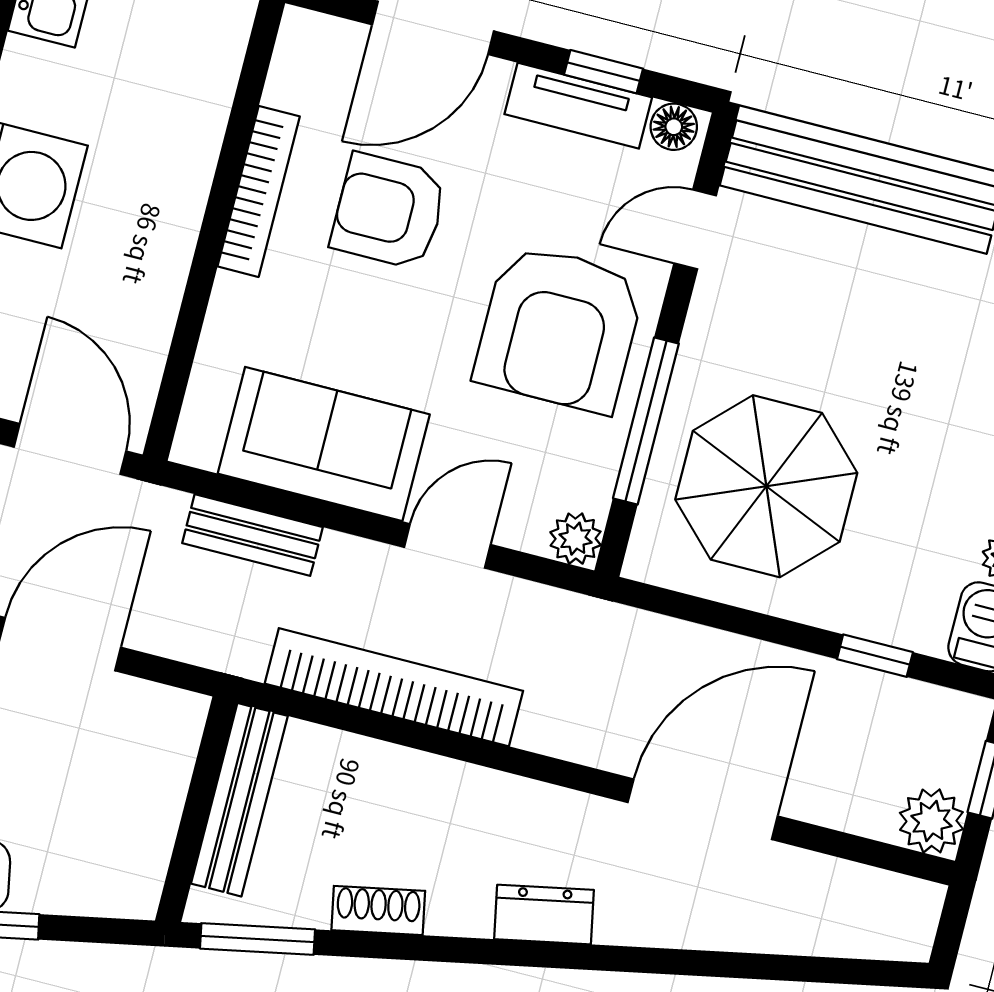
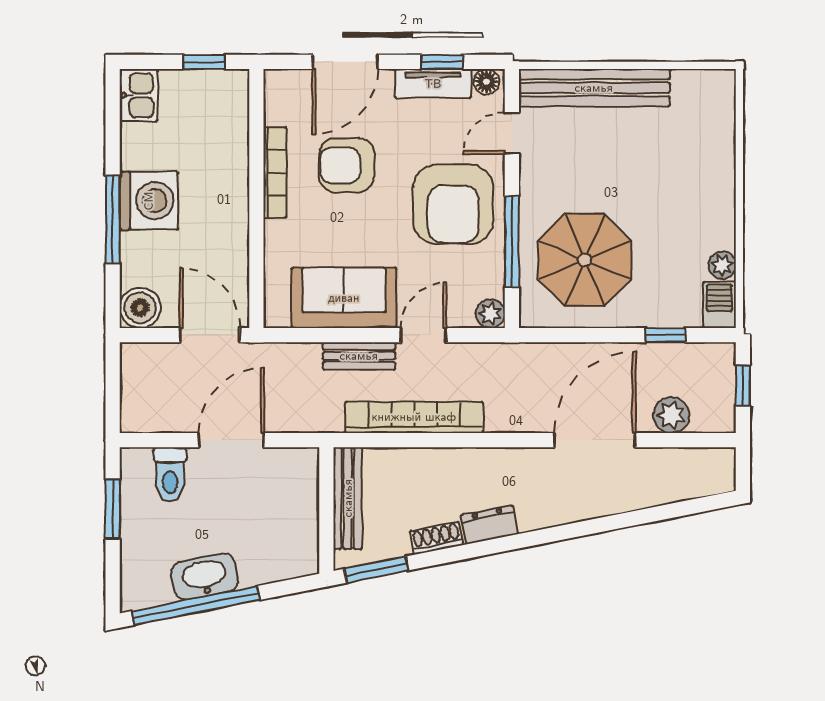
bench: (252, 535) -> (359, 356), moved
plant: (931, 821) -> (671, 415), moved
dresser: (544, 915) -> (489, 525), moved

